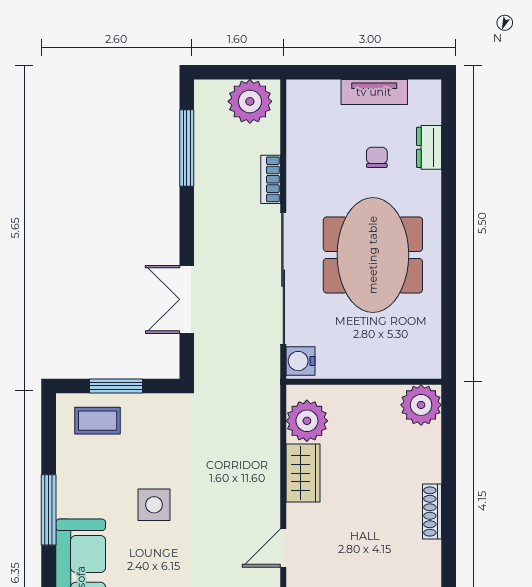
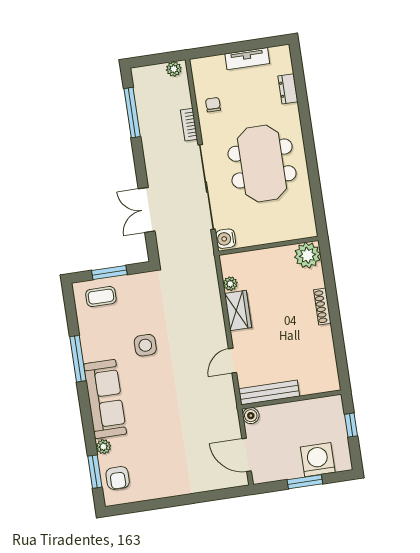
plant: (250, 101) -> (174, 69), width x0.53, depth x0.53
chair: (377, 157) -> (213, 105), moved
plant: (307, 421) -> (230, 284), width x0.53, depth x0.53
shoe rack: (432, 512) -> (322, 306), moved

